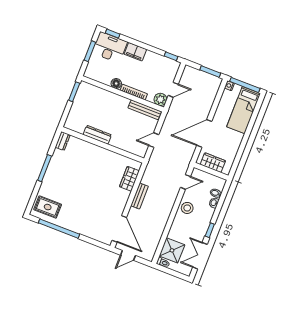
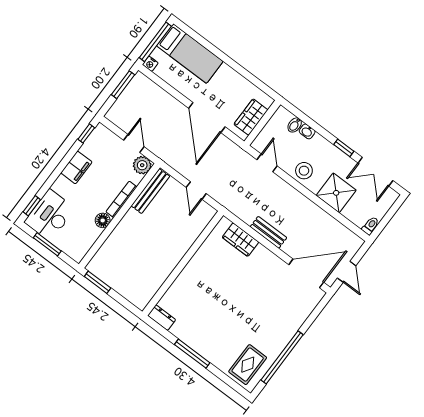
filing cabinet: (135, 52) -> (76, 167), moved
dresser: (97, 135) -> (167, 267), removed
shower: (172, 250) -> (336, 193), moved

